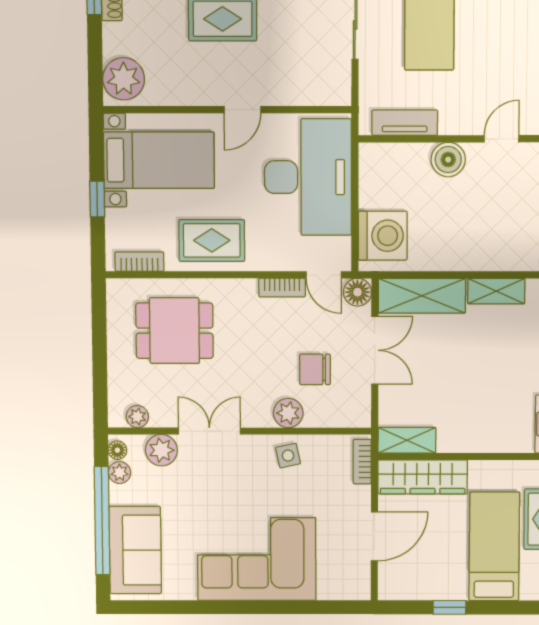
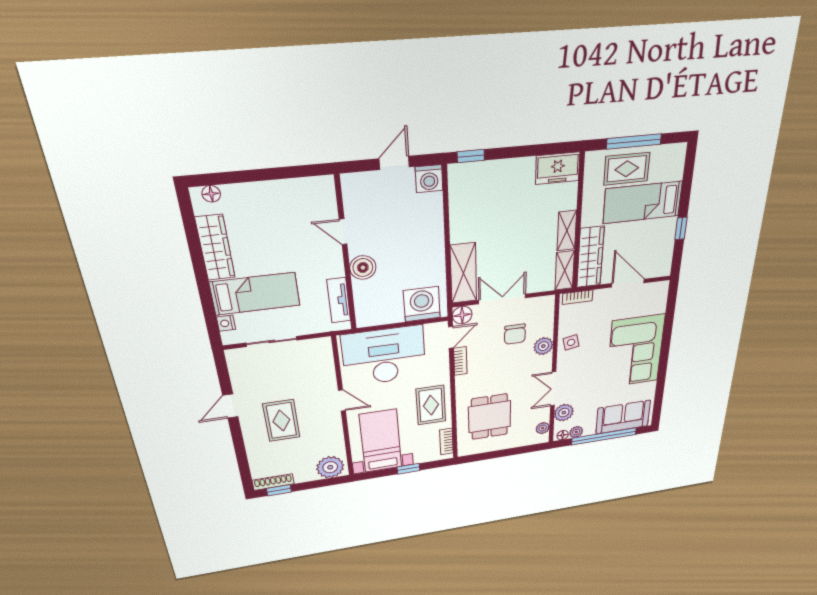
shelving: (496, 291) -> (567, 231), moved

